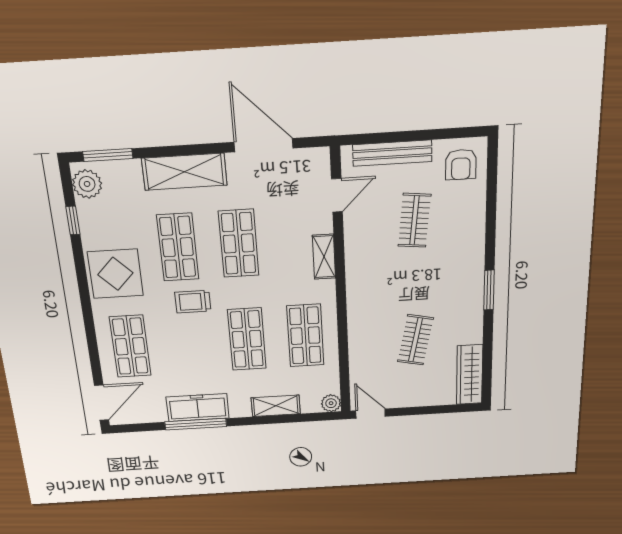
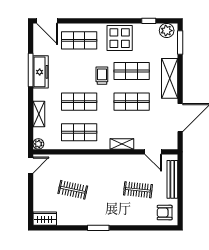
wardrobe: (470, 375) -> (45, 219), width x0.67

